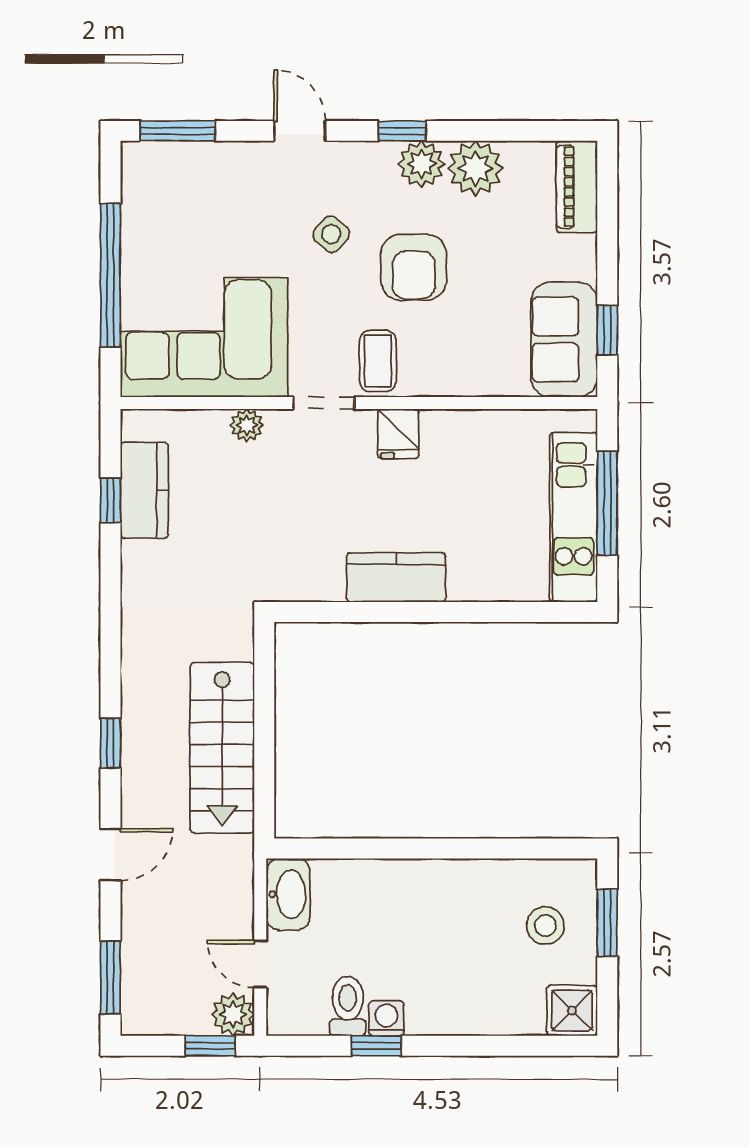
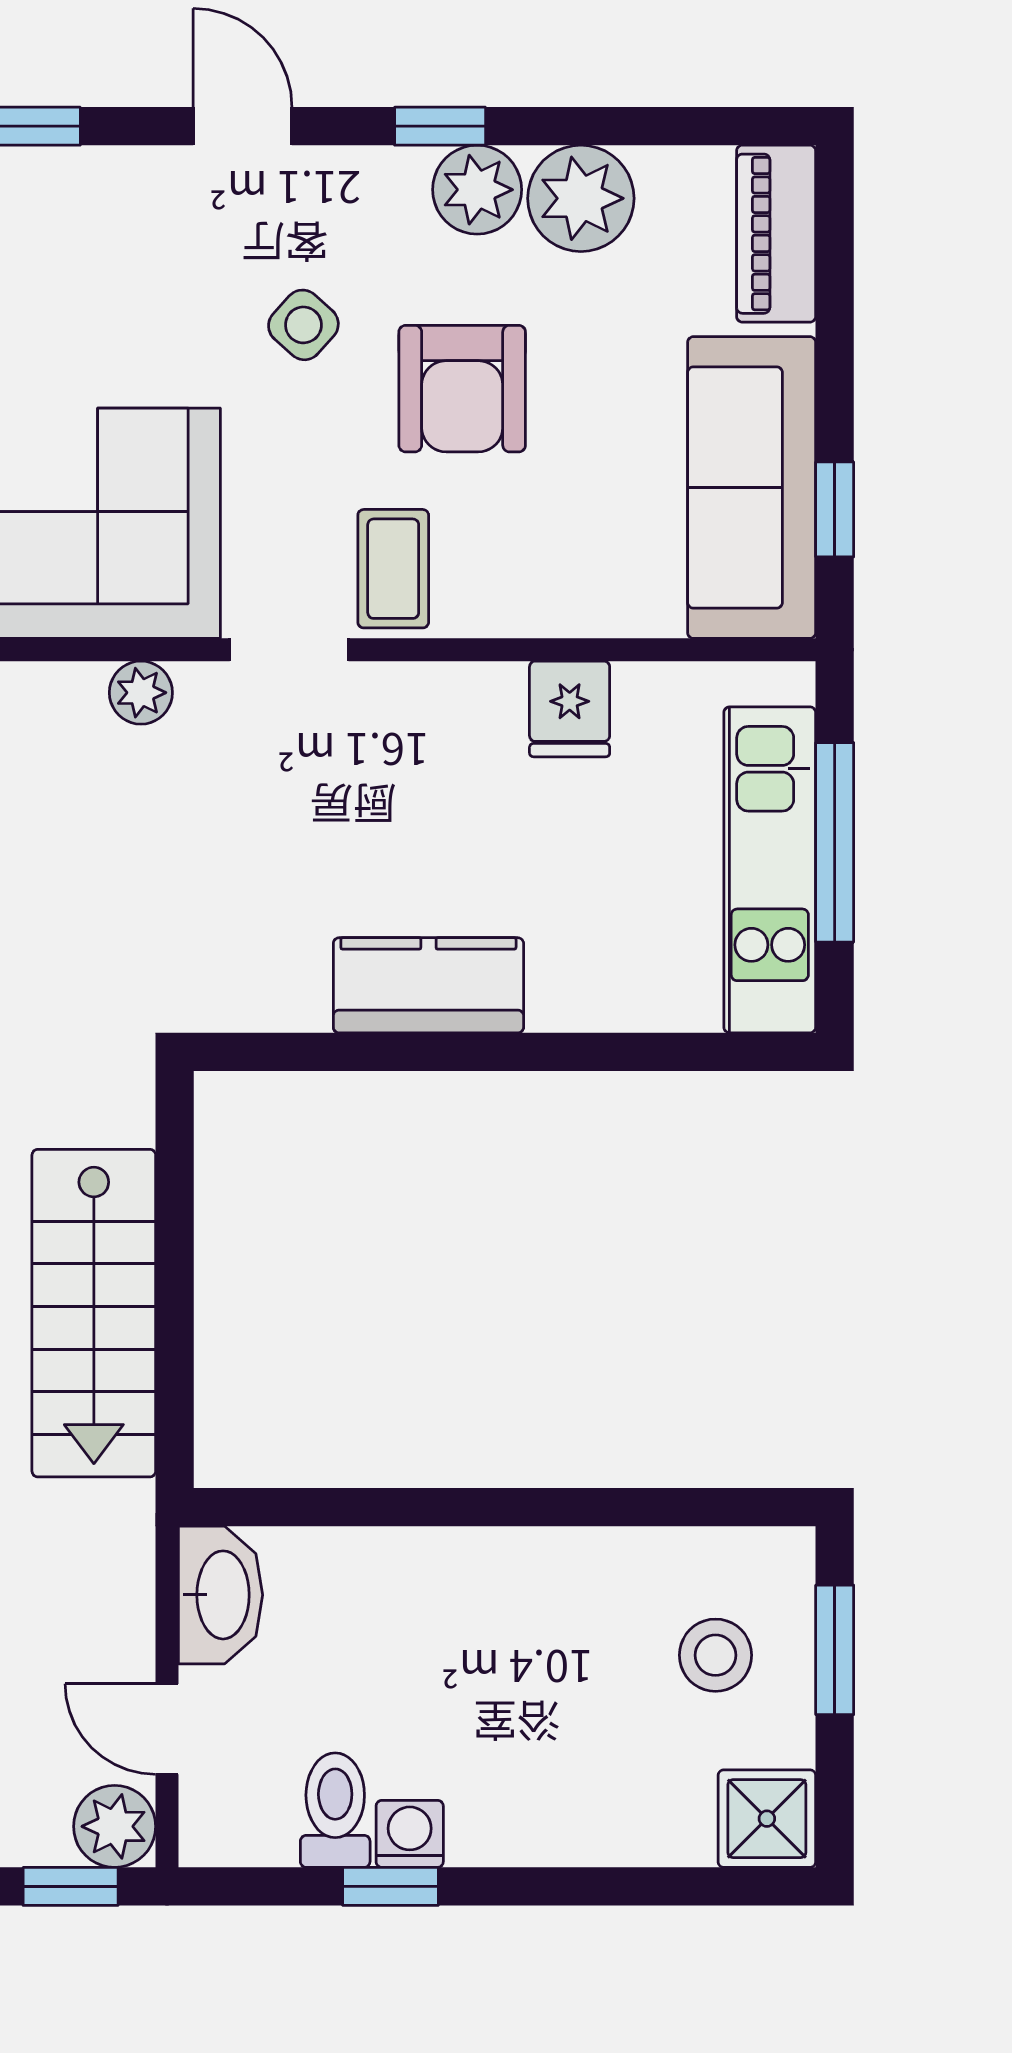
sofa: (564, 339) -> (752, 487), width x1.36
fridge: (398, 434) -> (570, 709), moved

